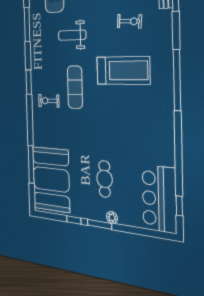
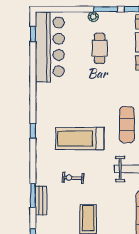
window: (177, 80) -> (33, 131), width x0.32
bar counter: (159, 199) -> (50, 47), width x1.36

